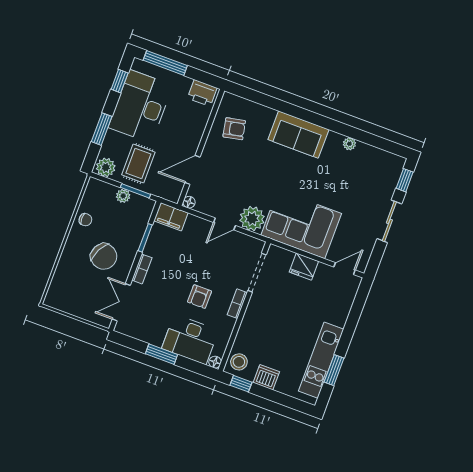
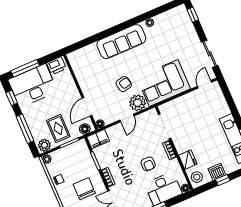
desk: (141, 106) -> (33, 85), moved, turned 90
window: (102, 129) -> (25, 129), width x1.44
armchair: (234, 129) -> (124, 84), moved
sofa: (298, 135) -> (121, 42), width x1.36
floor lamp: (167, 192) -> (85, 129), added
plant: (123, 196) -> (47, 159), moved
sliding door: (389, 221) -> (210, 54), moved
chair: (104, 256) -> (84, 189), turned -117
fridge: (304, 267) -> (188, 160), moved, turned -90
window: (241, 384) -> (223, 180), moved

